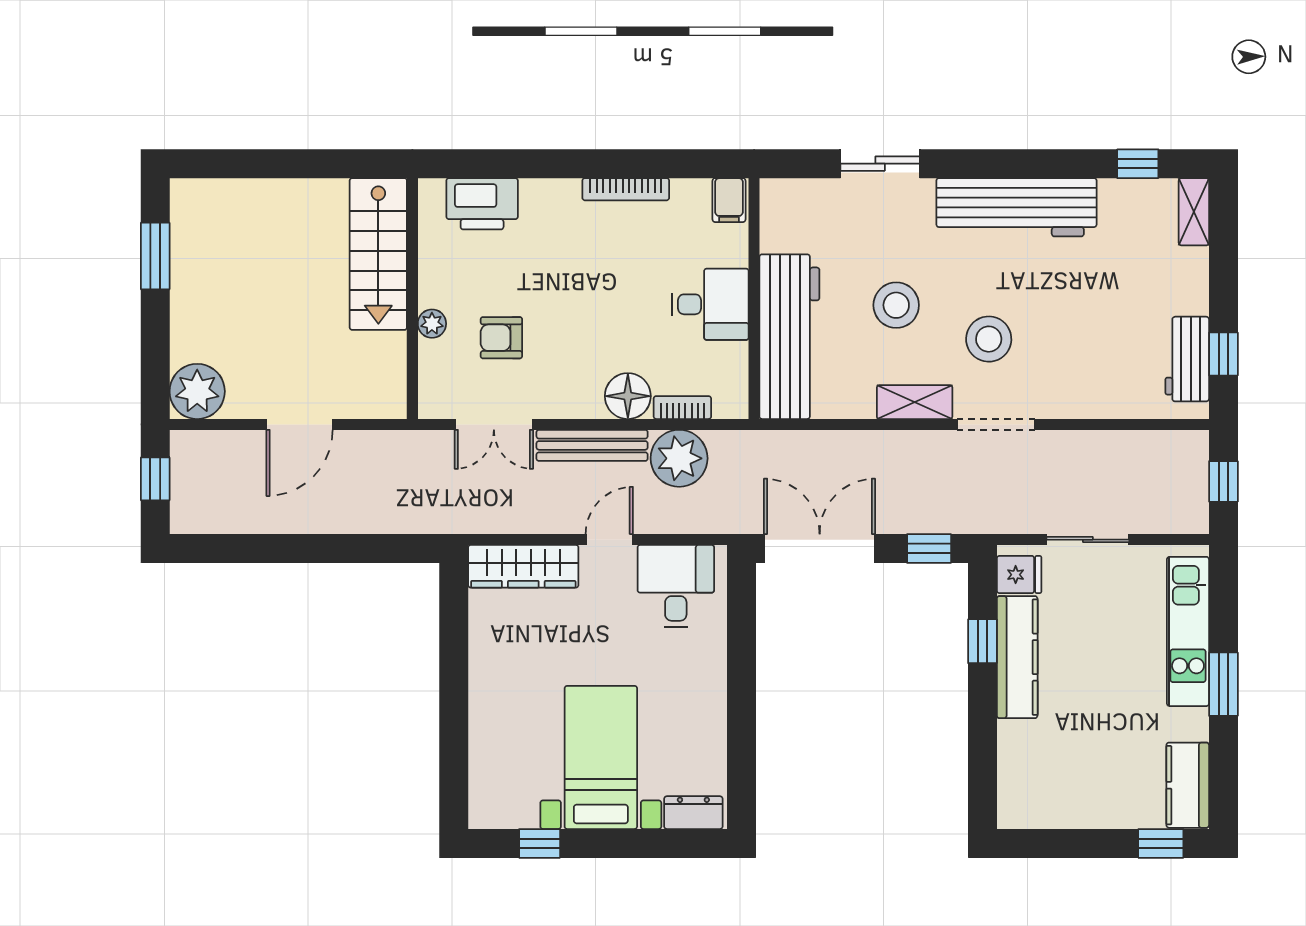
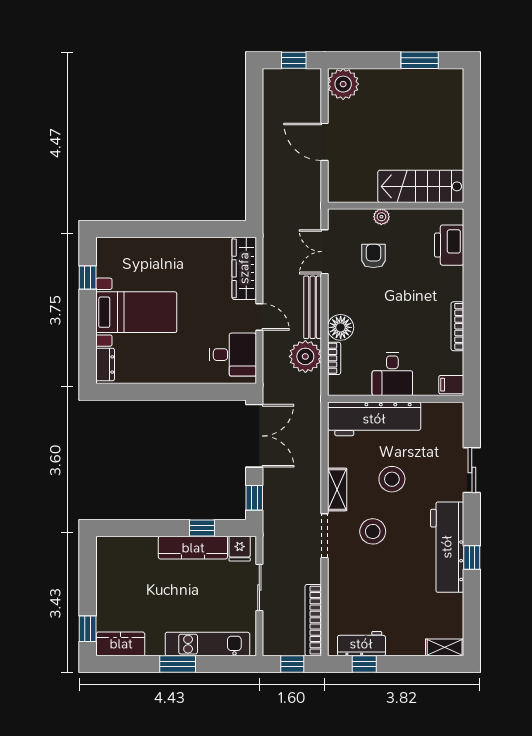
window: (1138, 164) -> (472, 557), moved
bookcase: (1146, 444) -> (313, 620), added

